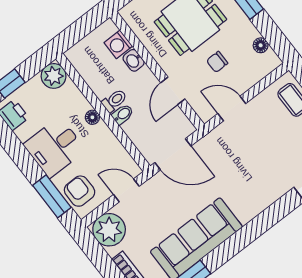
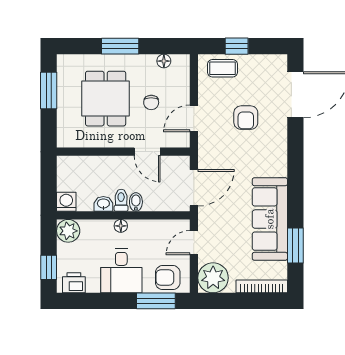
washing machine: (118, 44) -> (66, 202), moved, turned 180
washbasin: (134, 60) -> (103, 204), moved, turned 180
armchair: (267, 152) -> (246, 118), added

